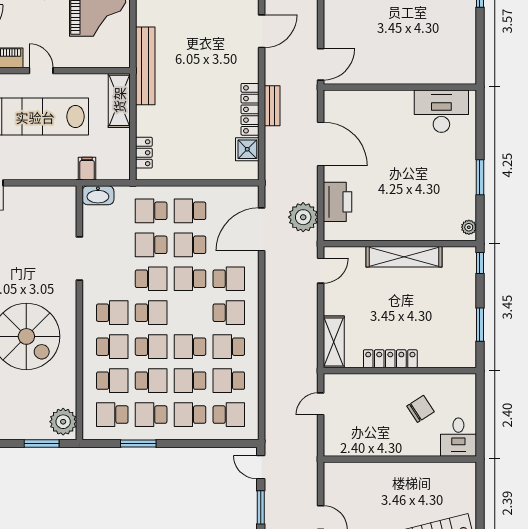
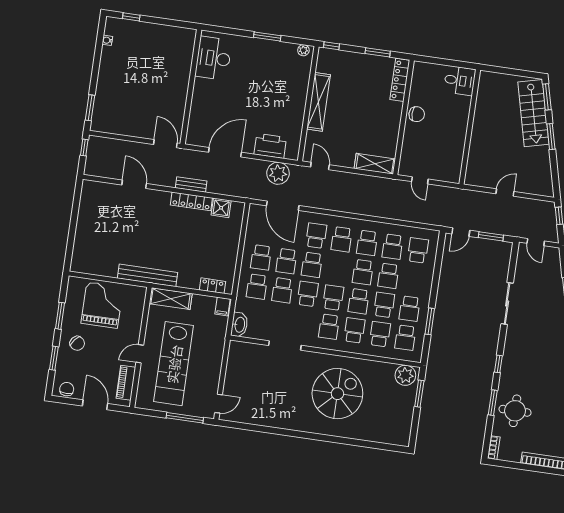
filing cabinet: (87, 169) -> (222, 307), moved, turned -90
school desk: (112, 313) -> (329, 327), turned 180
school desk: (229, 313) -> (342, 239), turned 180
school desk: (151, 347) -> (359, 301), turned 180
locker: (390, 359) -> (400, 80), moved
chair: (420, 409) -> (417, 114), moved, turned 123
school desk: (190, 415) -> (414, 279), removed

